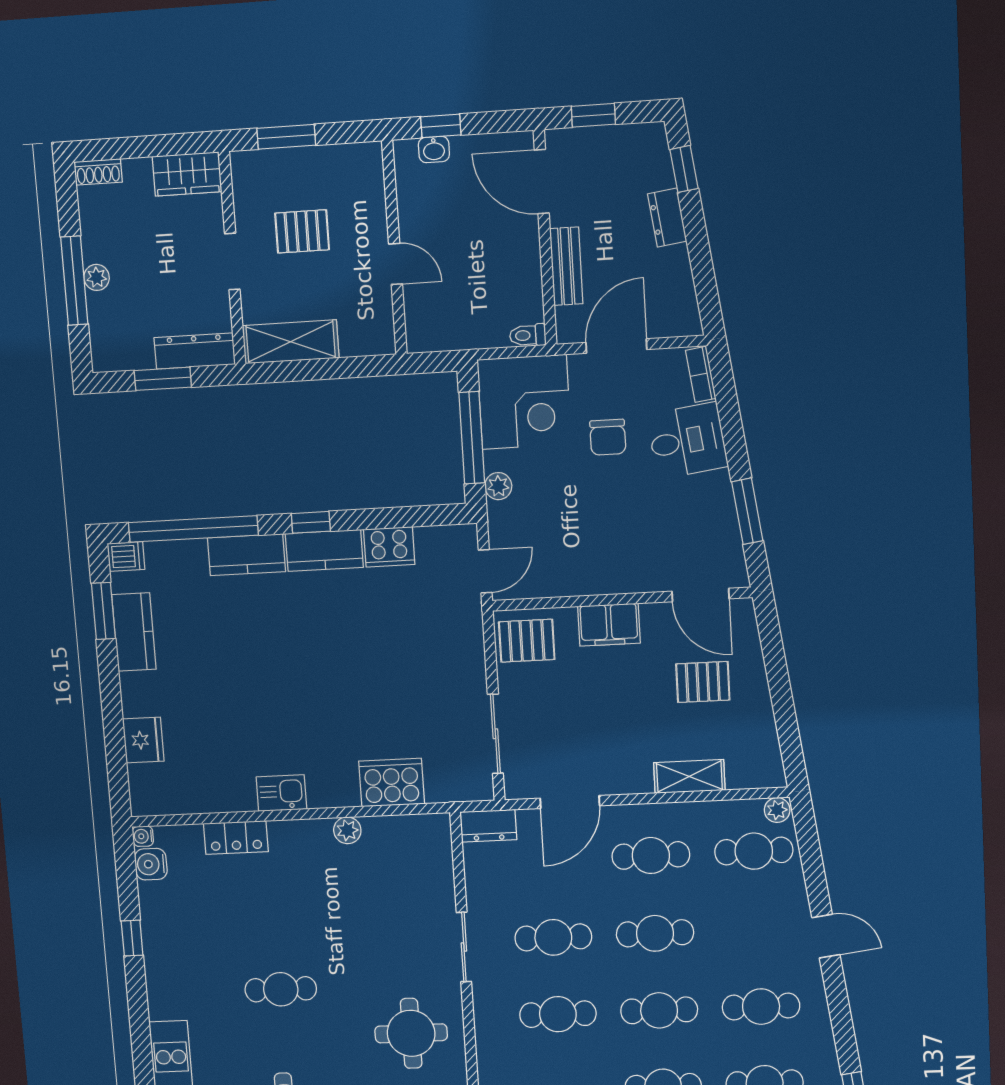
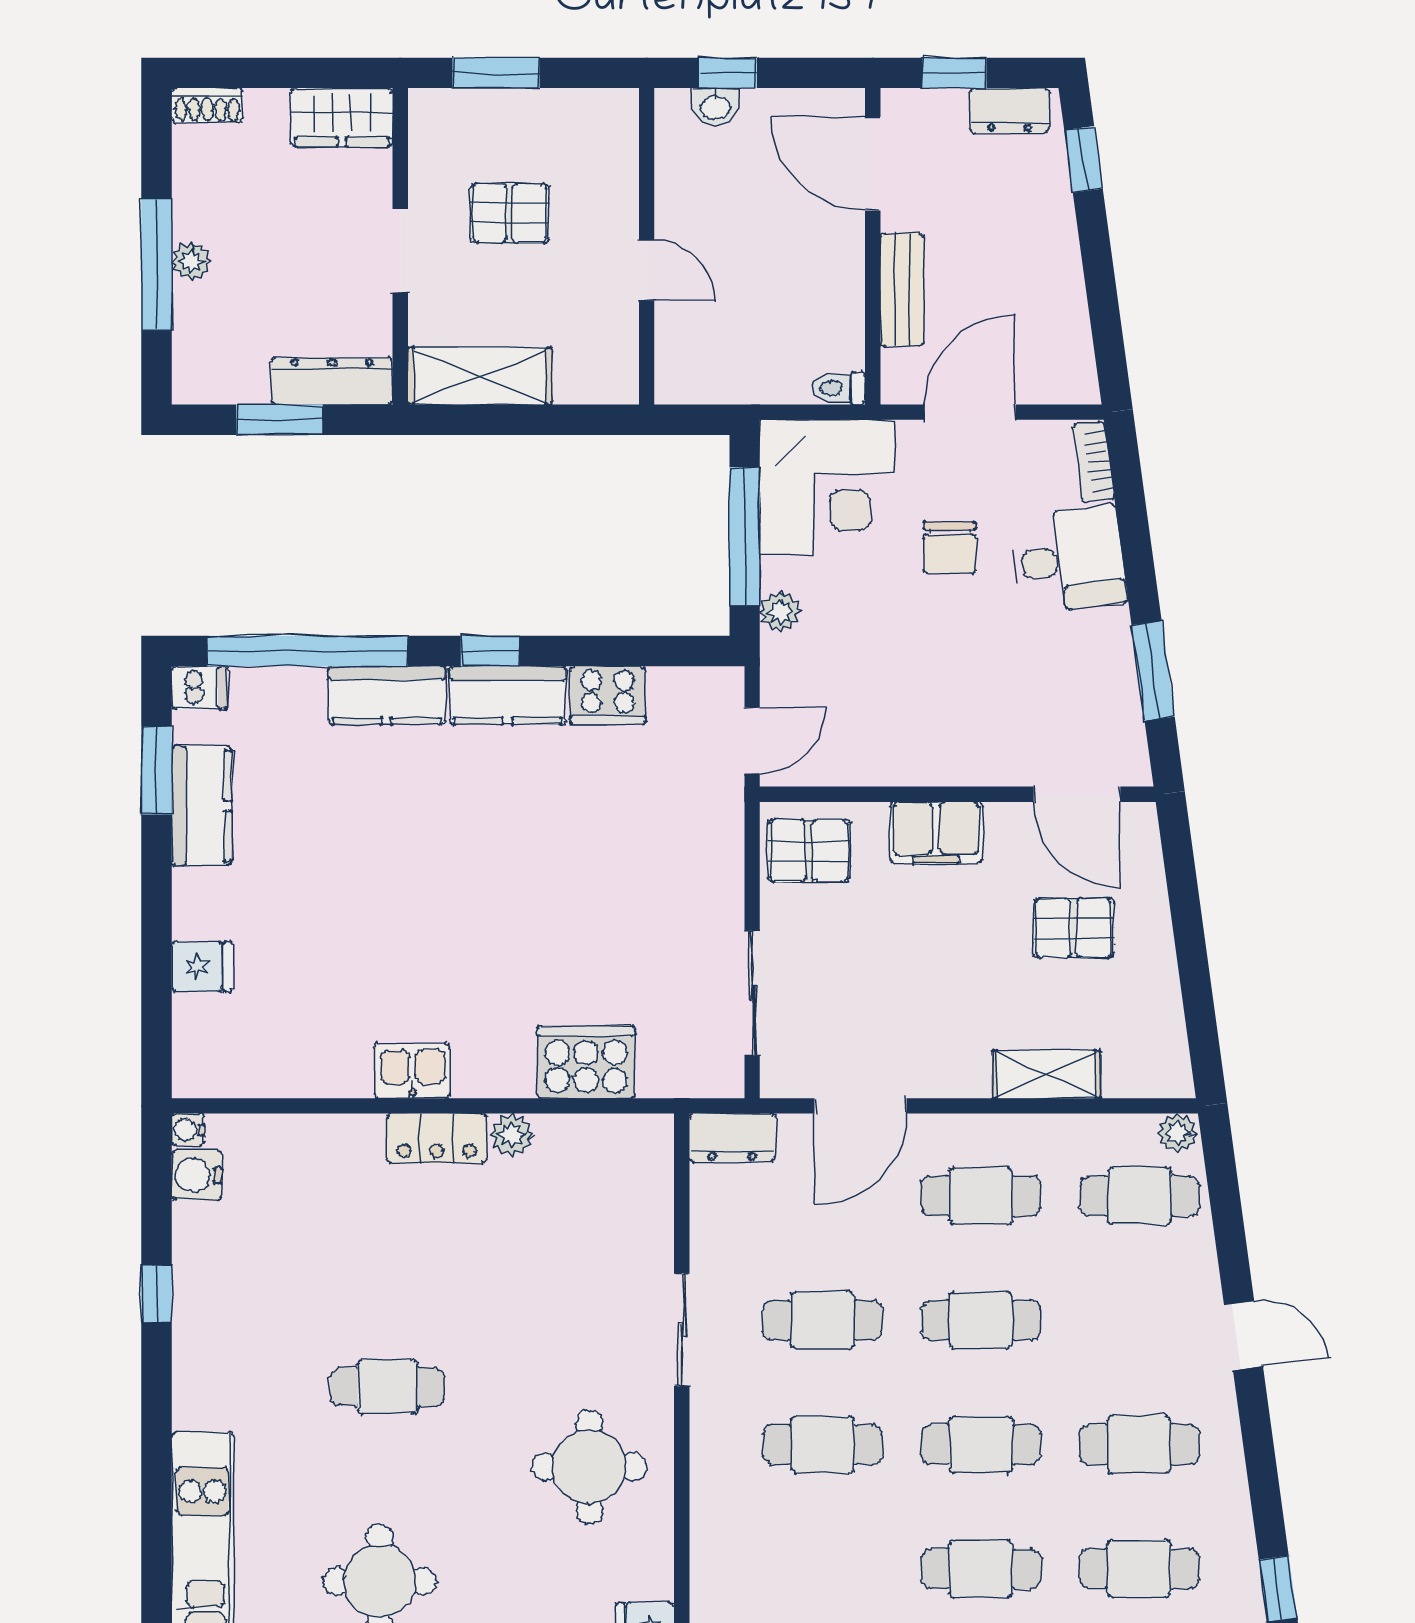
dresser: (667, 218) -> (1010, 110), moved, turned -82
fridge: (143, 740) -> (202, 967), width x0.72
locker: (236, 837) -> (437, 1138), moved

